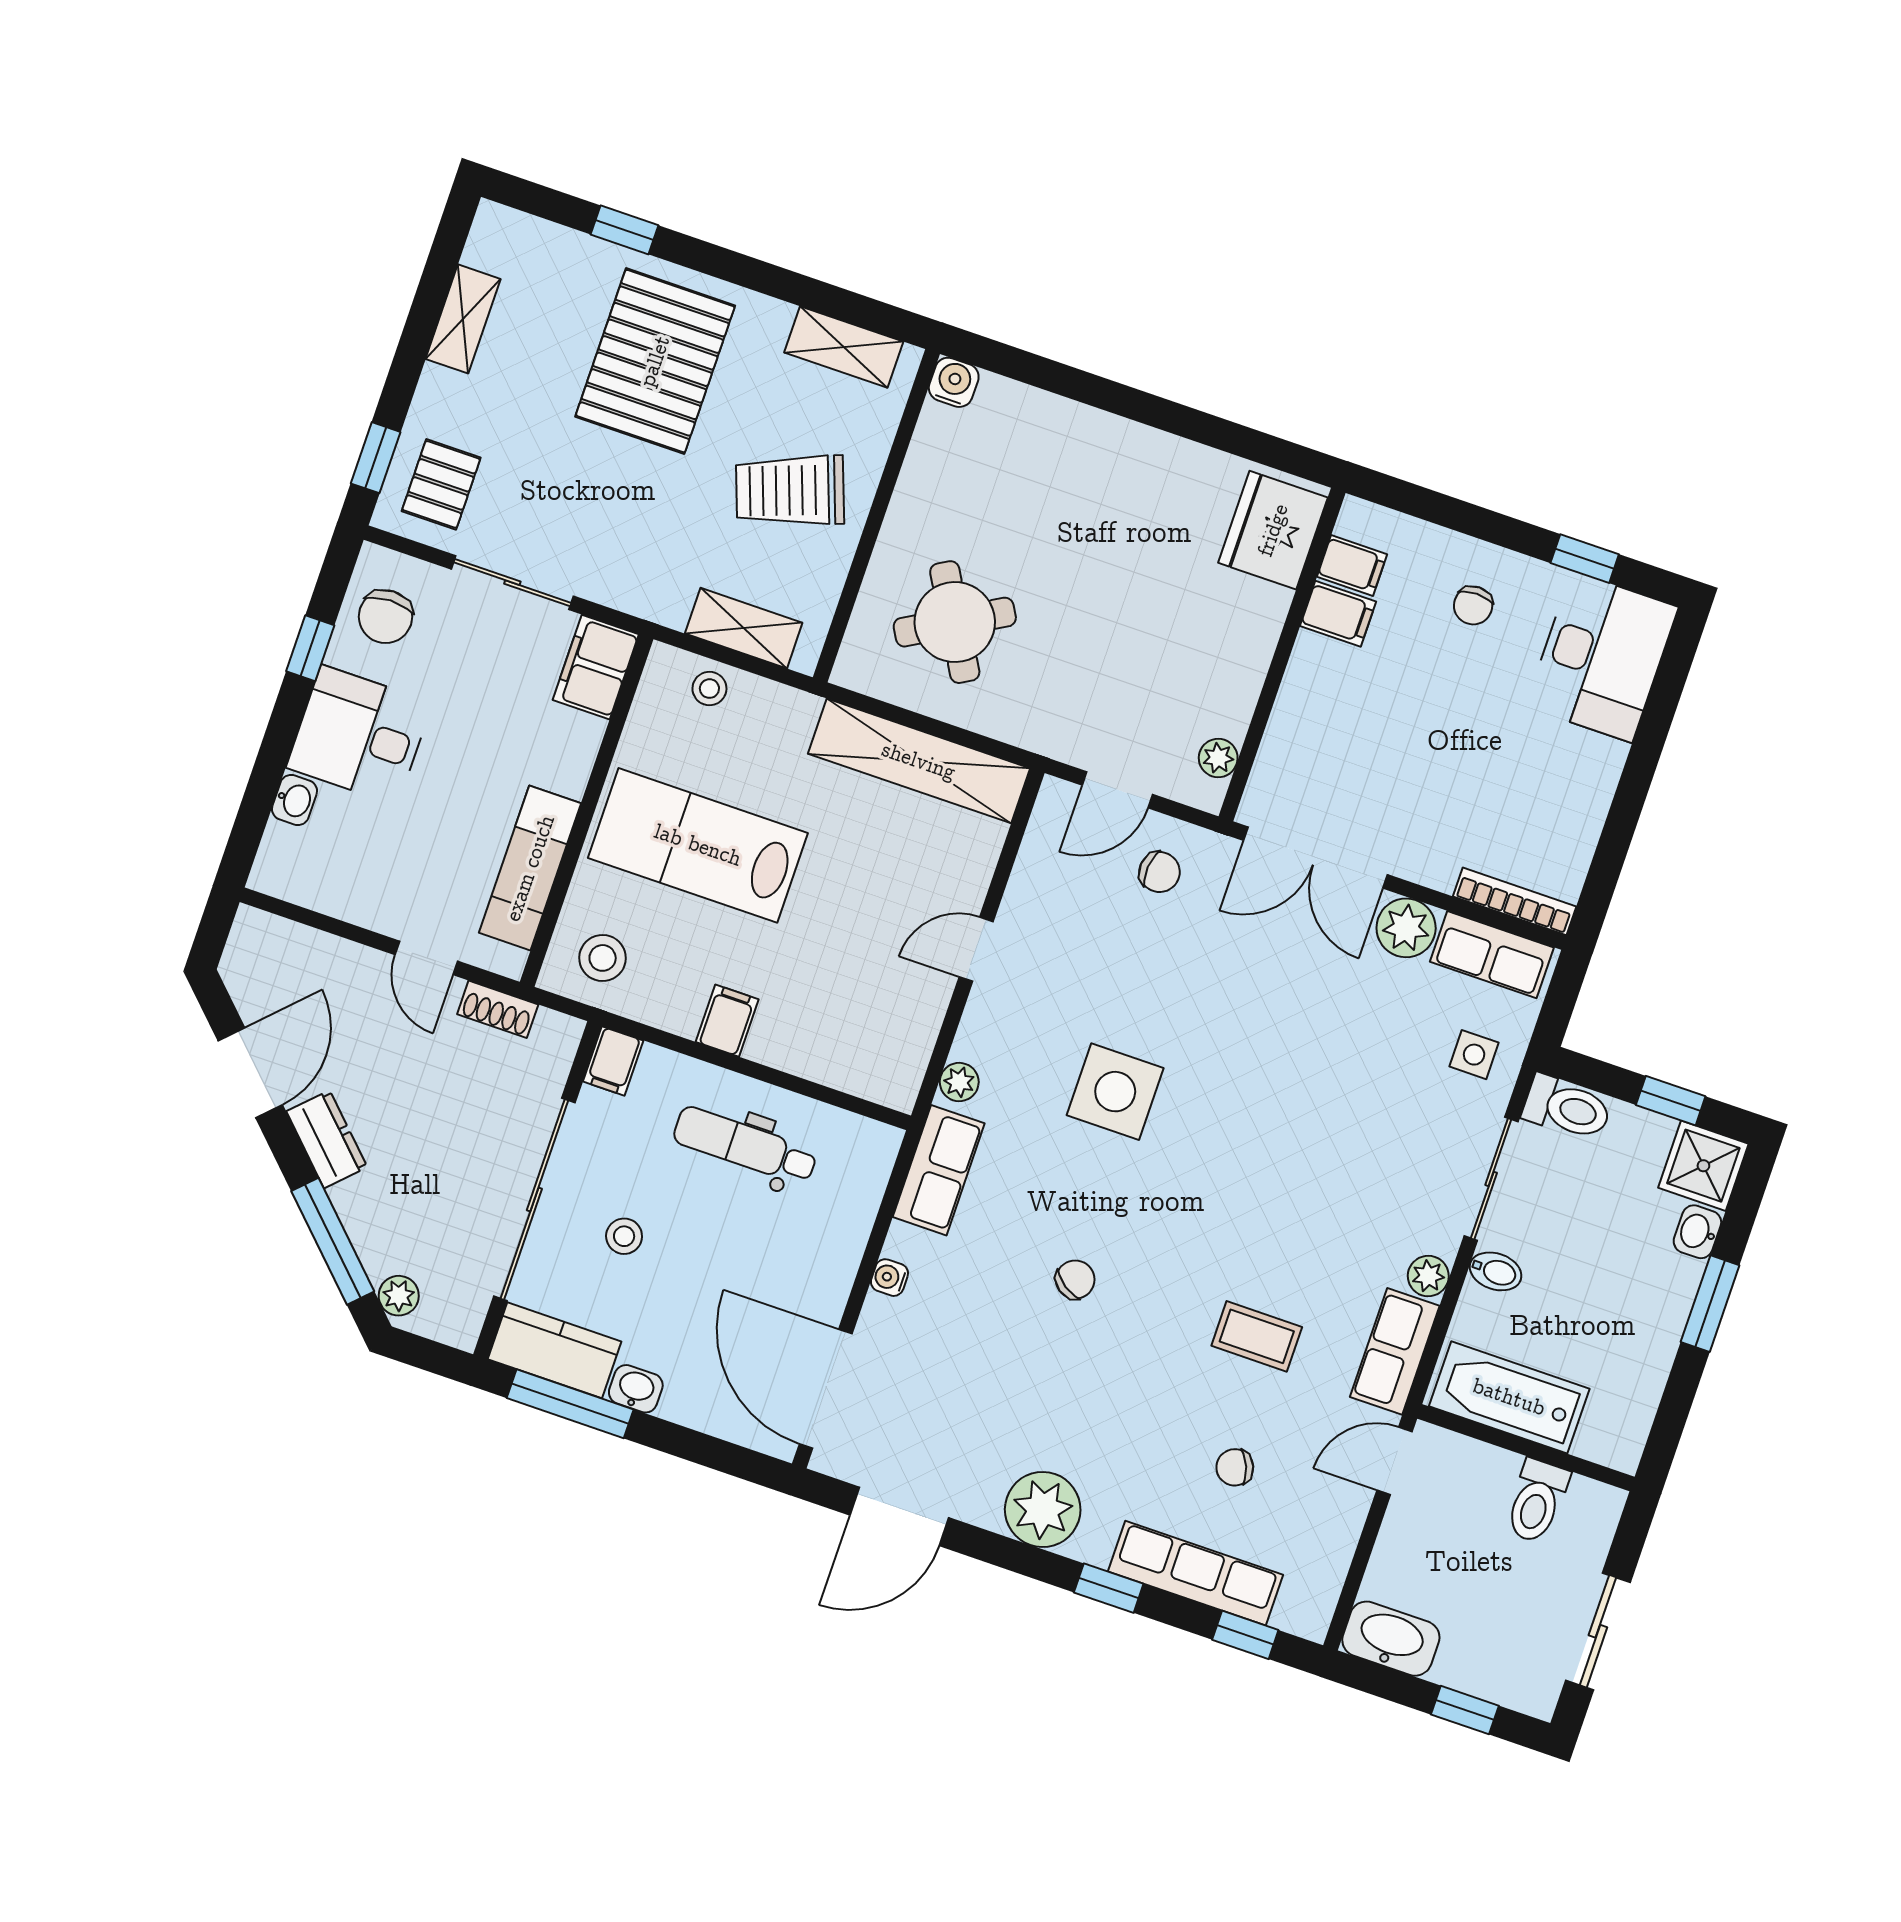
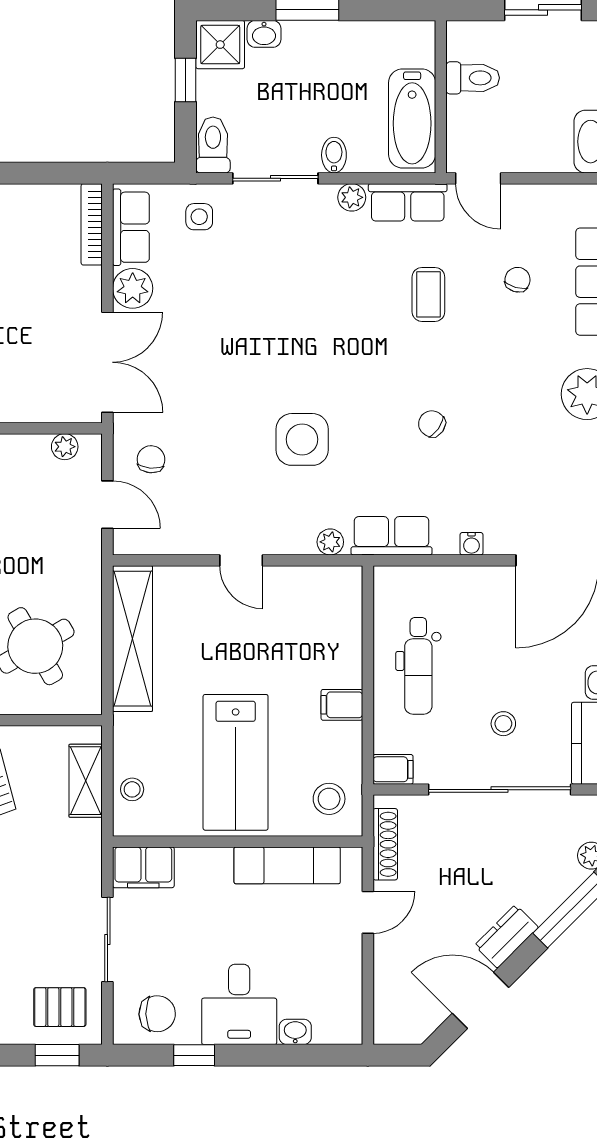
shoe rack: (498, 1009) -> (385, 844), width x1.43
chair: (1235, 1467) -> (518, 280), turned -142

